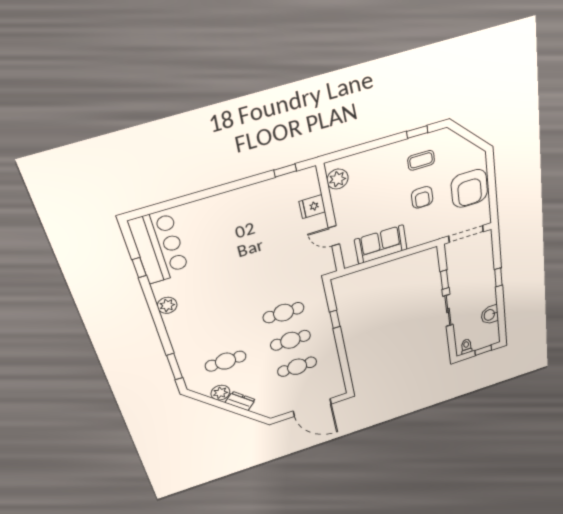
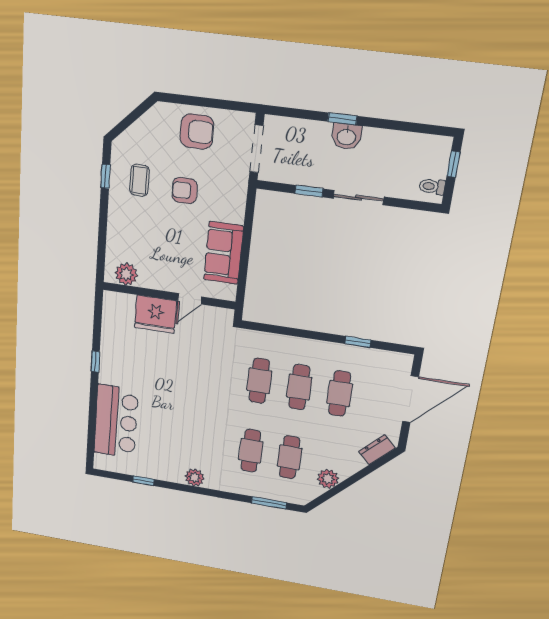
window: (285, 170) -> (95, 361), moved
armchair: (469, 188) -> (197, 131), width x0.73, depth x0.73
armchair: (422, 197) -> (185, 191), turned 180
fridge: (312, 207) -> (156, 314), width x1.88, depth x1.34
bar counter: (159, 247) -> (116, 422), moved, turned 90
washbasin: (490, 315) -> (346, 136), moved
window: (335, 319) -> (358, 342), moved
cafe table: (217, 334) -> (251, 451), added
dresser: (240, 401) -> (377, 450), moved

